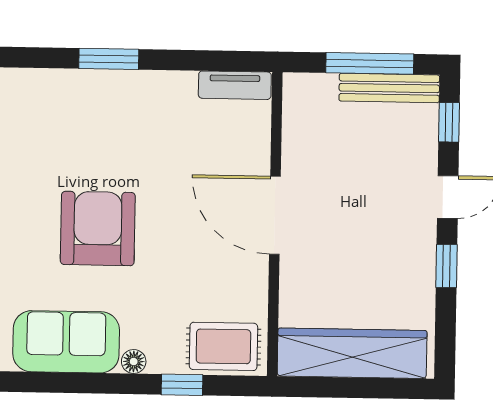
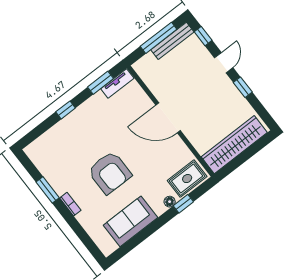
window: (109, 59) -> (66, 110), width x0.67
window: (207, 61) -> (101, 83), added
armchair: (98, 228) -> (110, 173), turned 180
floor lamp: (134, 362) -> (170, 202), moved

